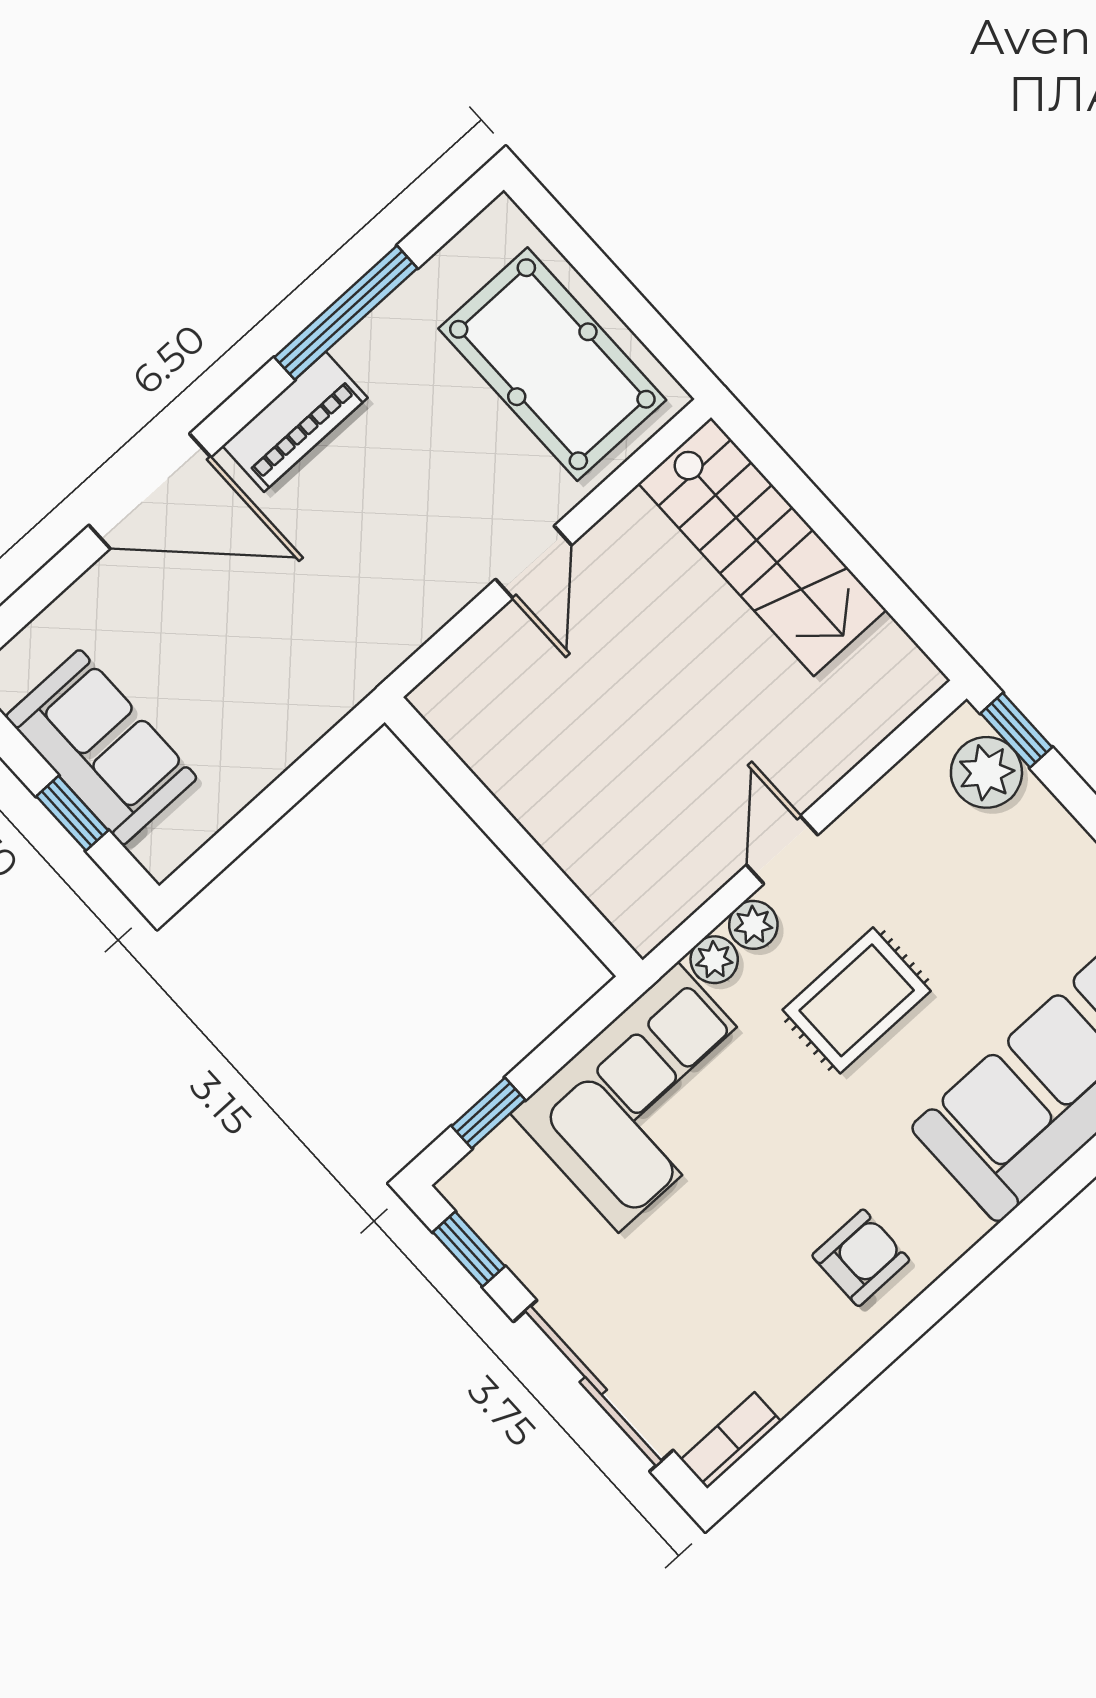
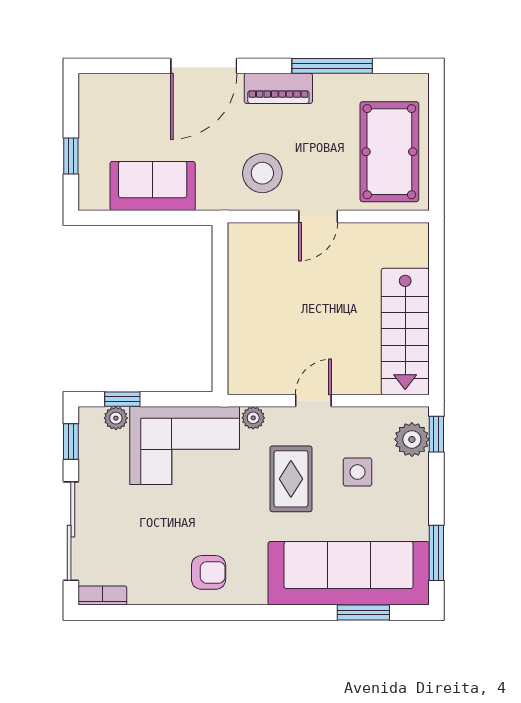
door: (150, 491) -> (204, 66), hinge flipped
stairs: (762, 547) -> (405, 331), moved
stool: (388, 573) -> (262, 173), added
sofa: (101, 747) -> (153, 186), moved, turned -90
side table: (949, 898) -> (358, 472), added
plant: (753, 925) -> (116, 418), moved
rug: (857, 1000) -> (291, 479), turned 90

